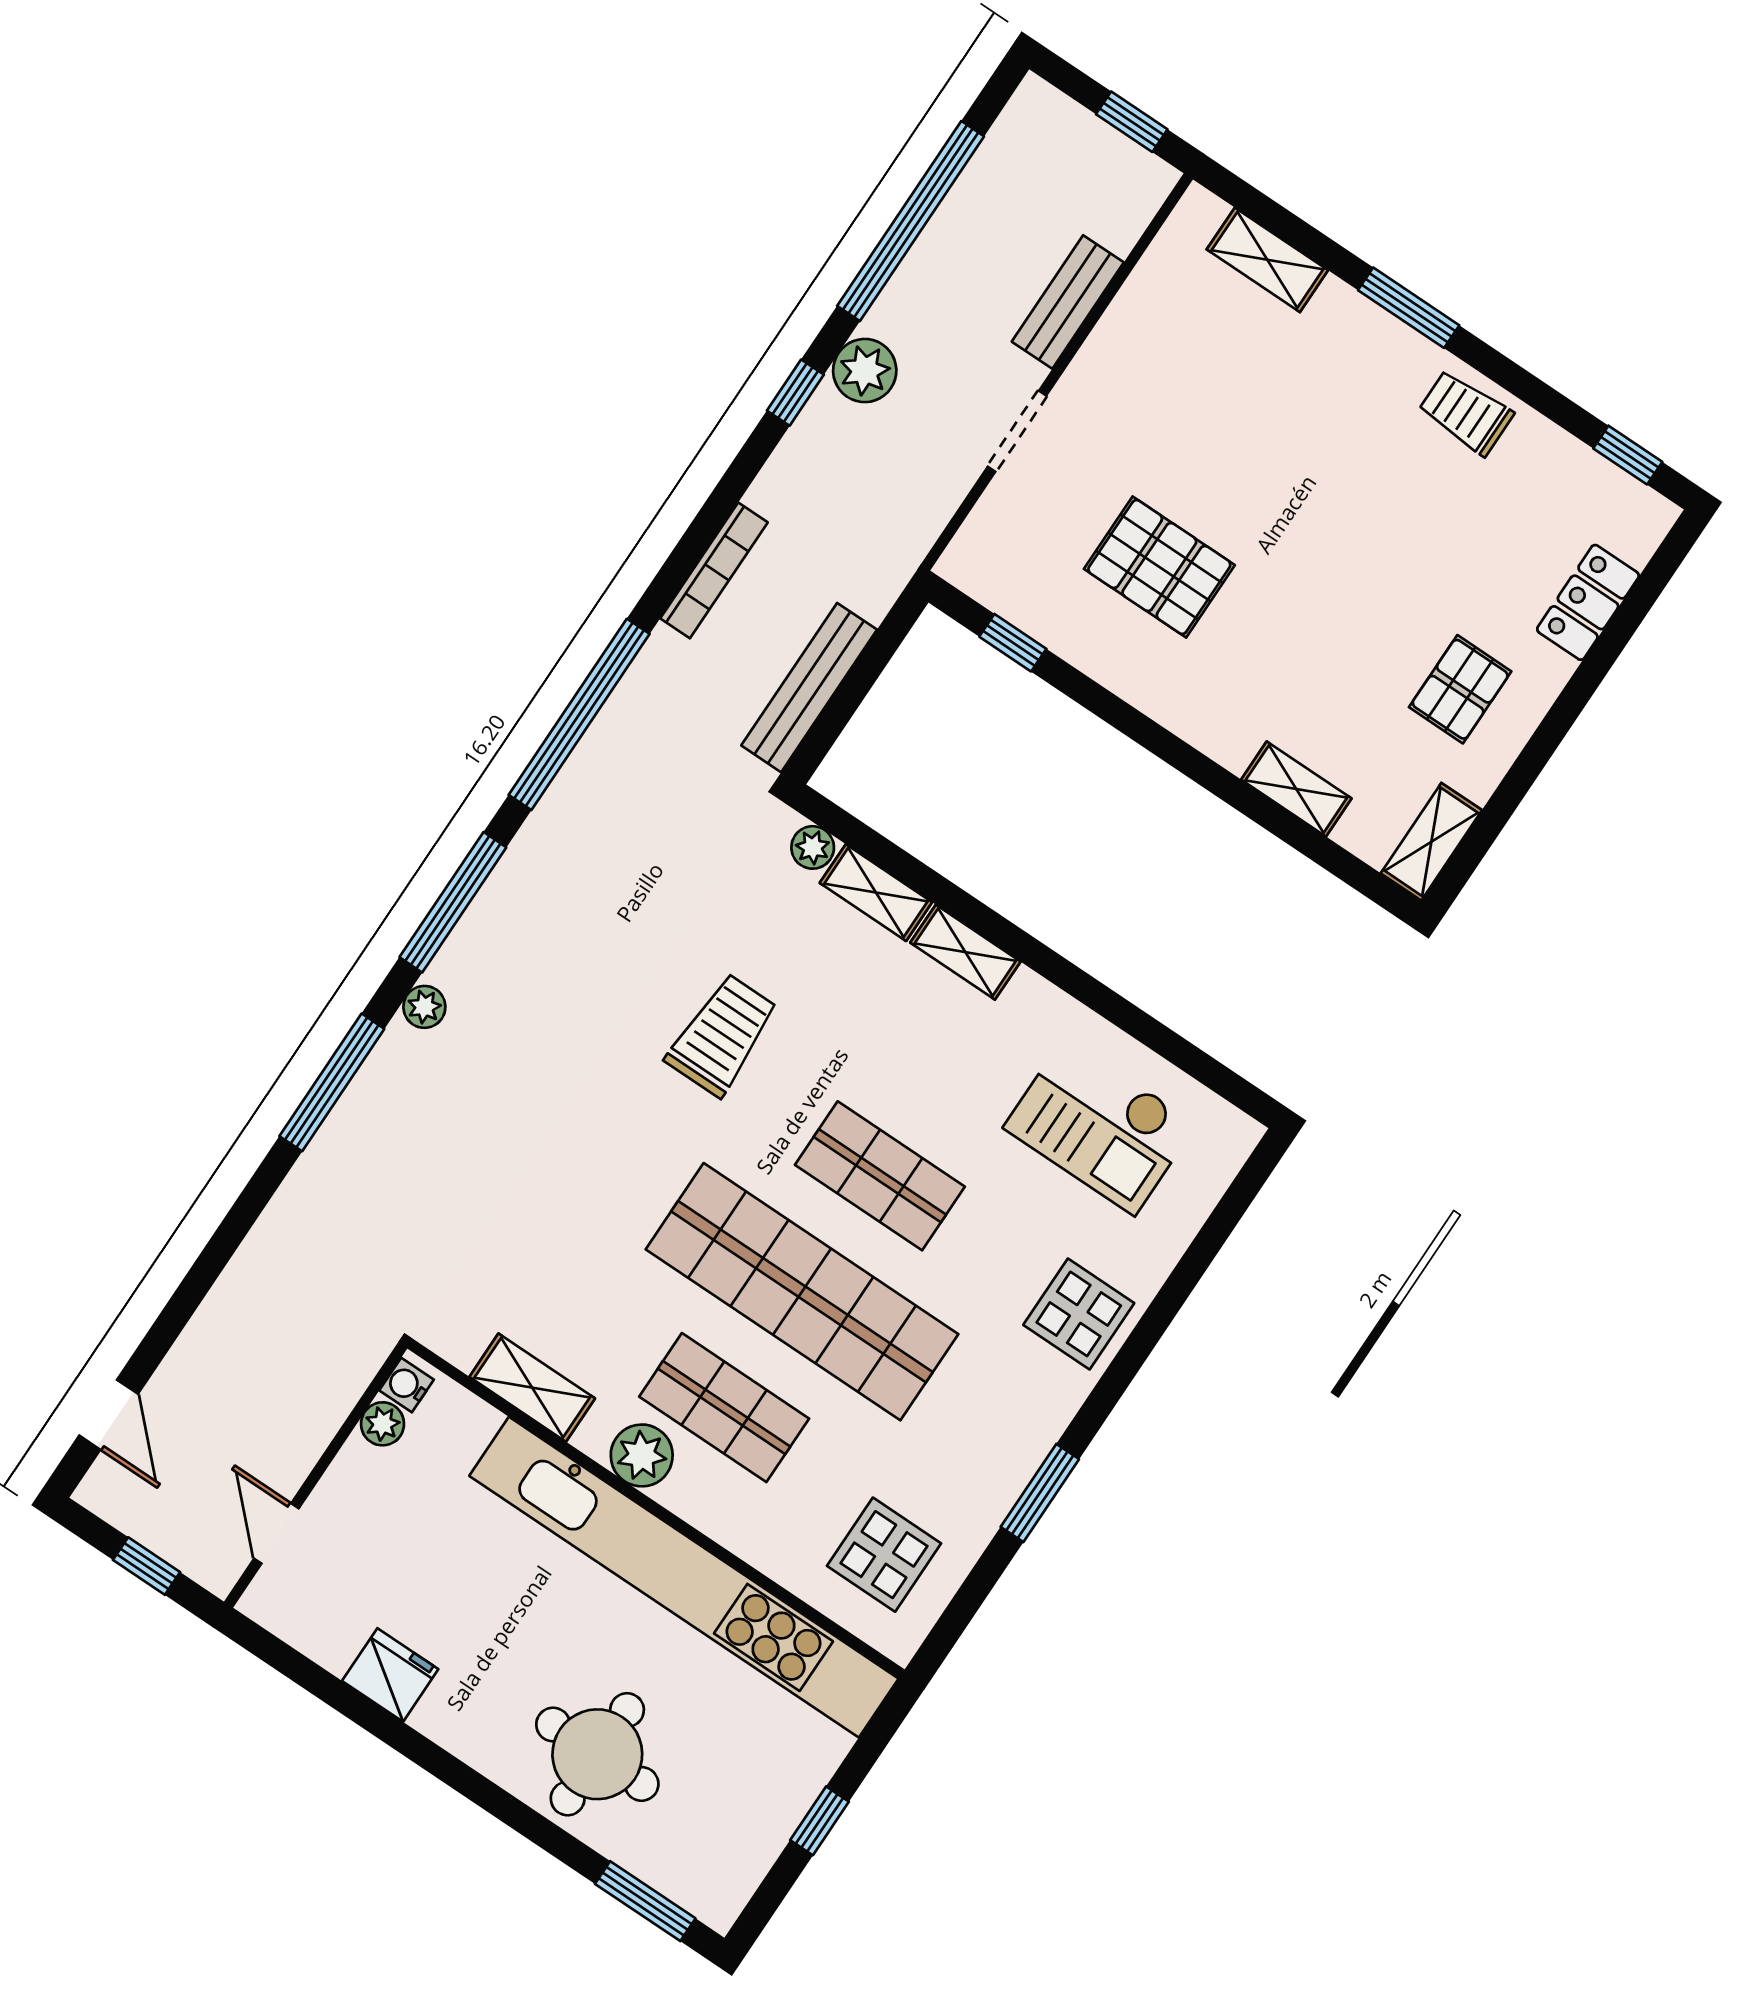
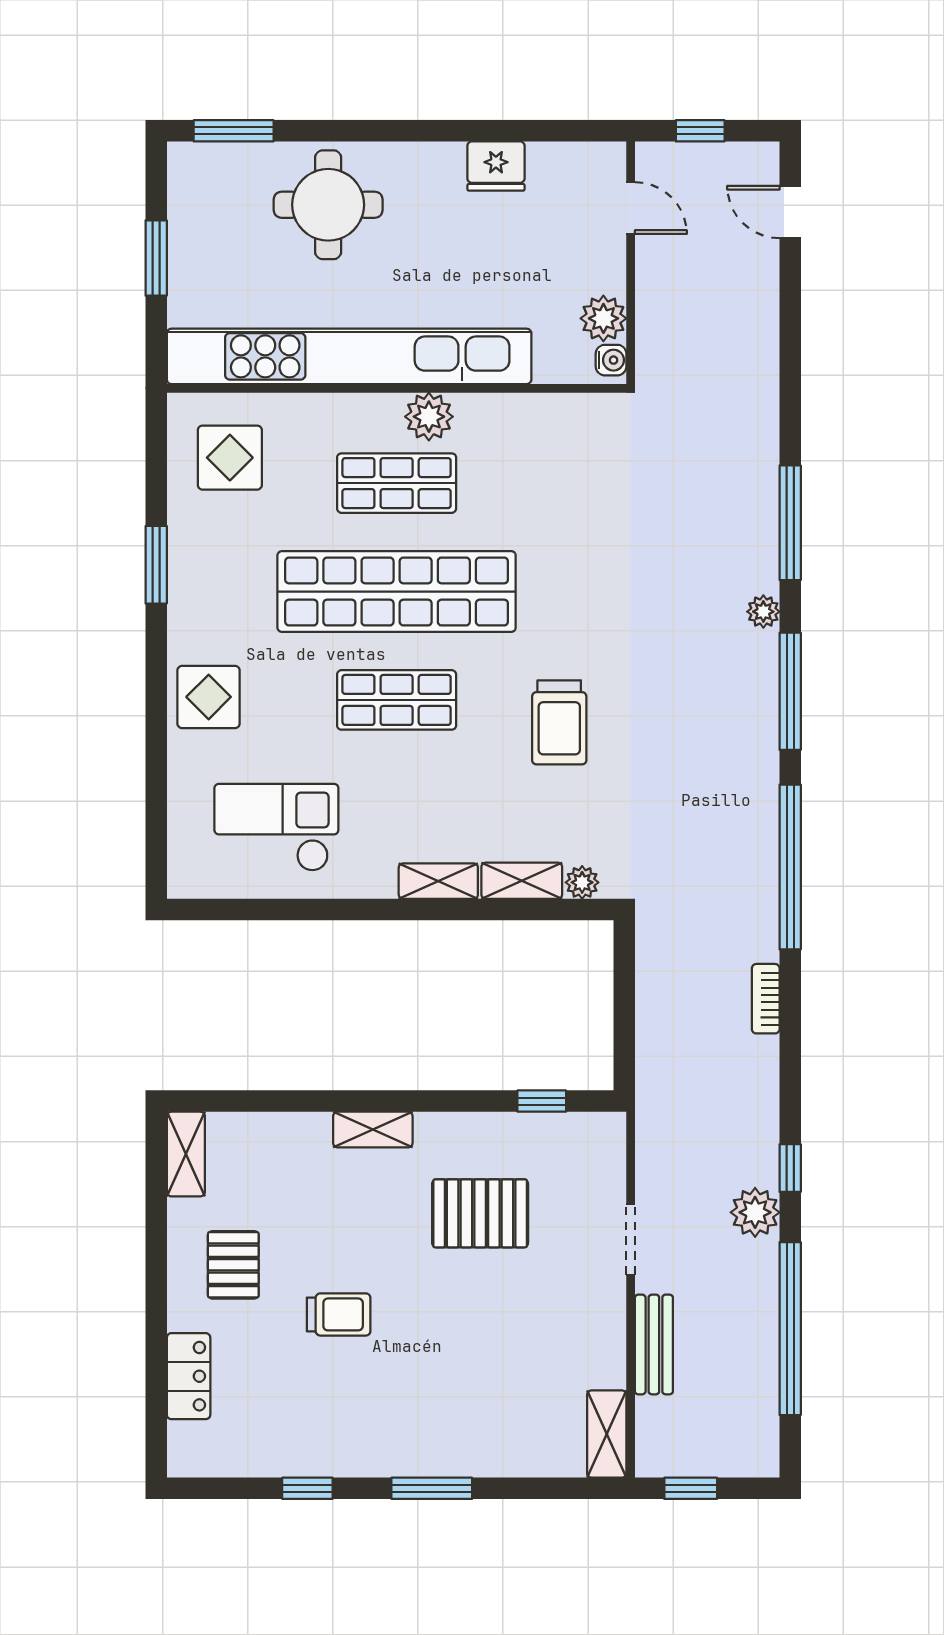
shelving: (1267, 260) -> (607, 1434), moved, turned 90
trolley: (1466, 413) -> (339, 1314), moved
window: (1628, 455) -> (307, 1488), moved
bookcase: (714, 570) -> (766, 999), width x0.64
bench: (809, 688) -> (654, 984), removed
shelving: (1296, 789) -> (373, 1130), moved
shelving: (532, 1388) -> (529, 413), removed
plant: (383, 1424) -> (603, 318), width x1.38, depth x1.38
window: (819, 1821) -> (156, 258), width x1.50

